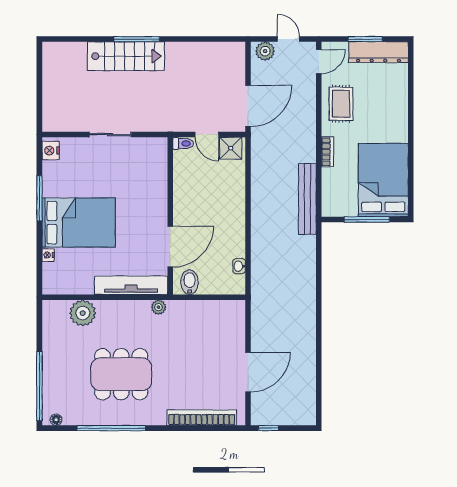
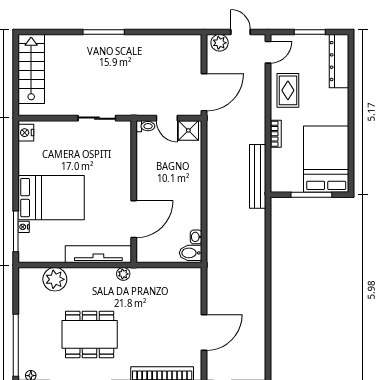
dresser: (378, 52) -> (339, 61), moved, turned 90
stairs: (126, 56) -> (31, 69), moved, turned -90
sliding door: (110, 135) -> (97, 118), moved
window: (39, 198) -> (16, 231), moved
bidet: (190, 282) -> (190, 253), moved, turned -90

